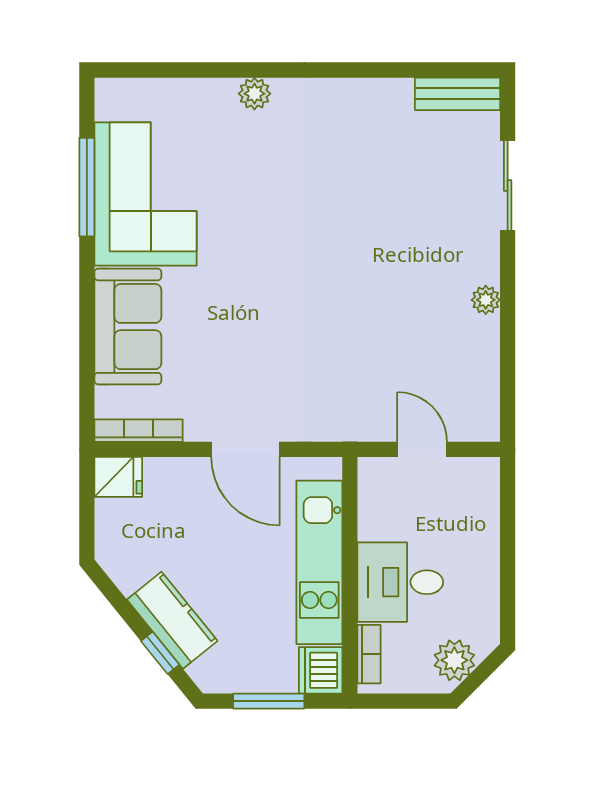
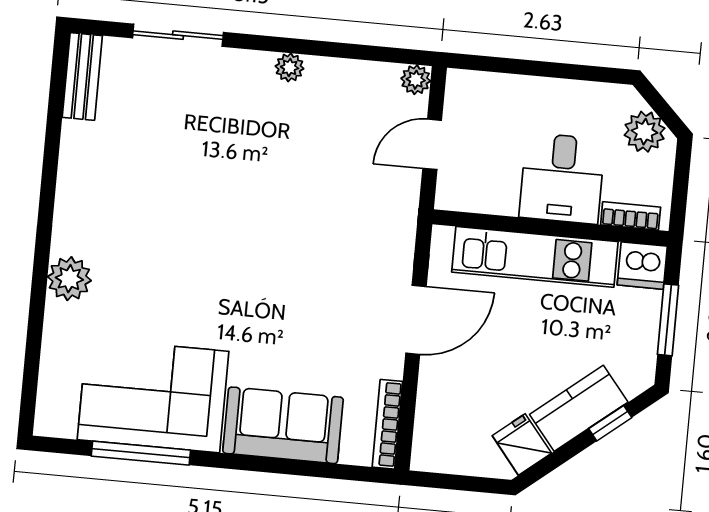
plant: (254, 94) -> (69, 279), width x1.38, depth x1.38
plant: (485, 427) -> (416, 80), added
fridge: (118, 477) -> (522, 444), moved, turned -39

